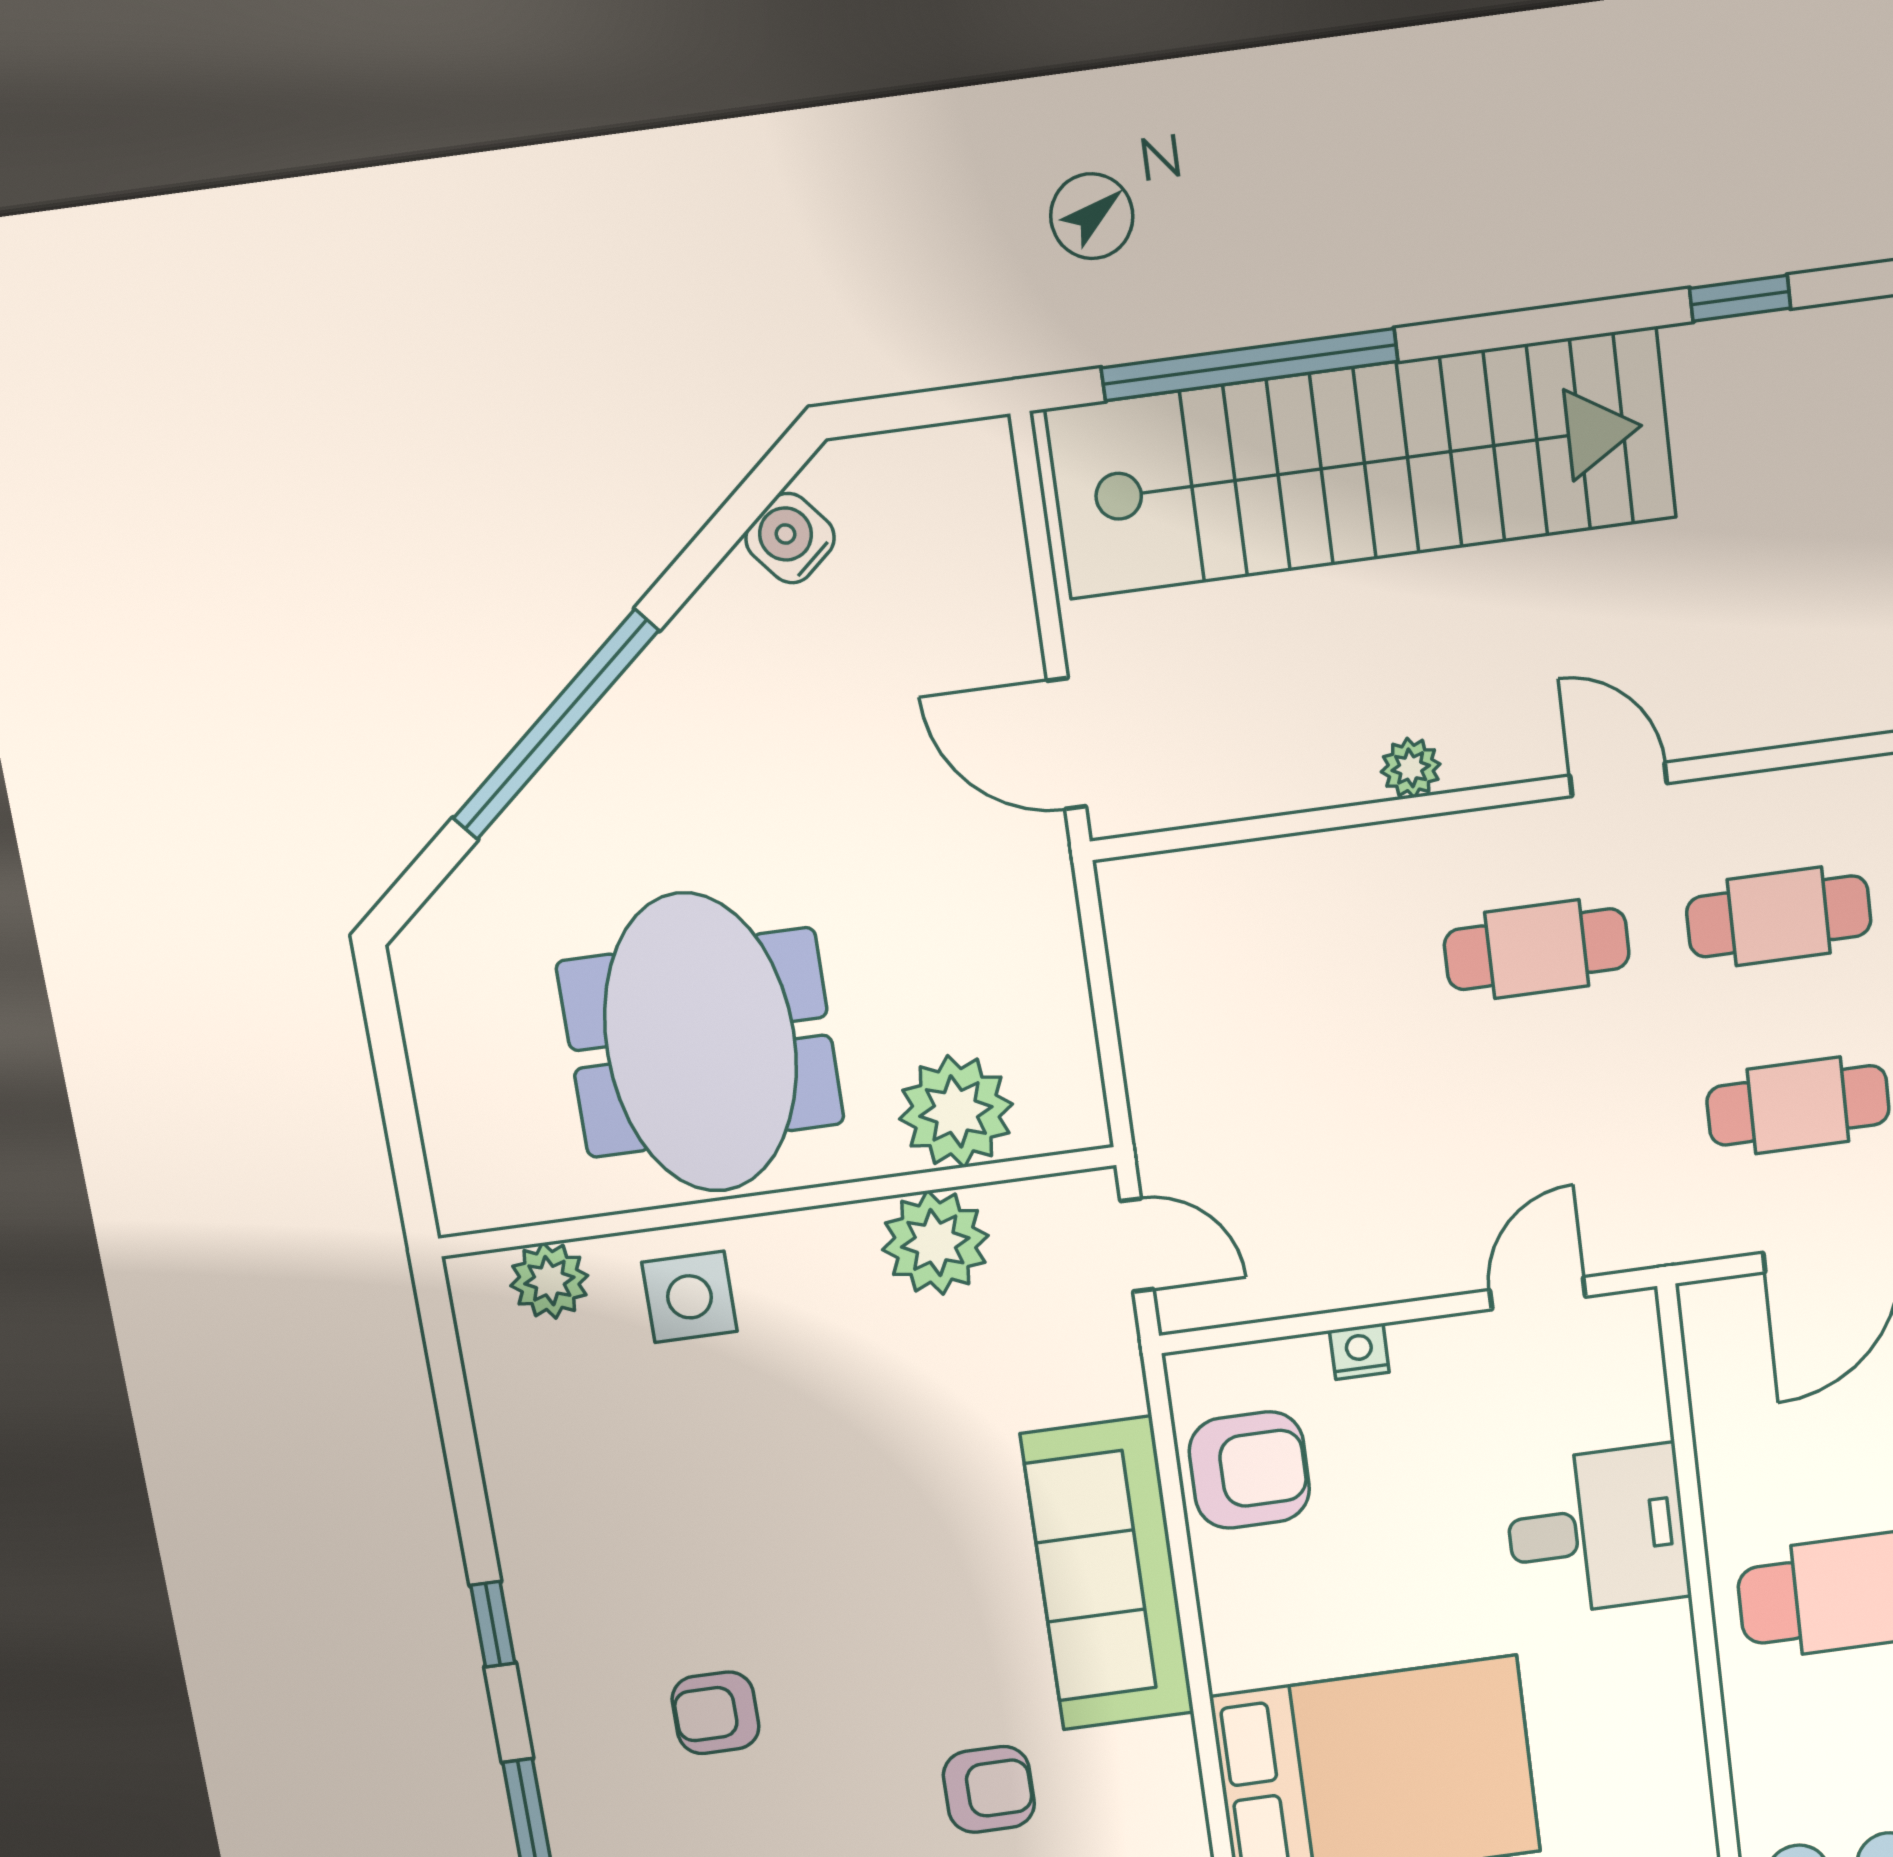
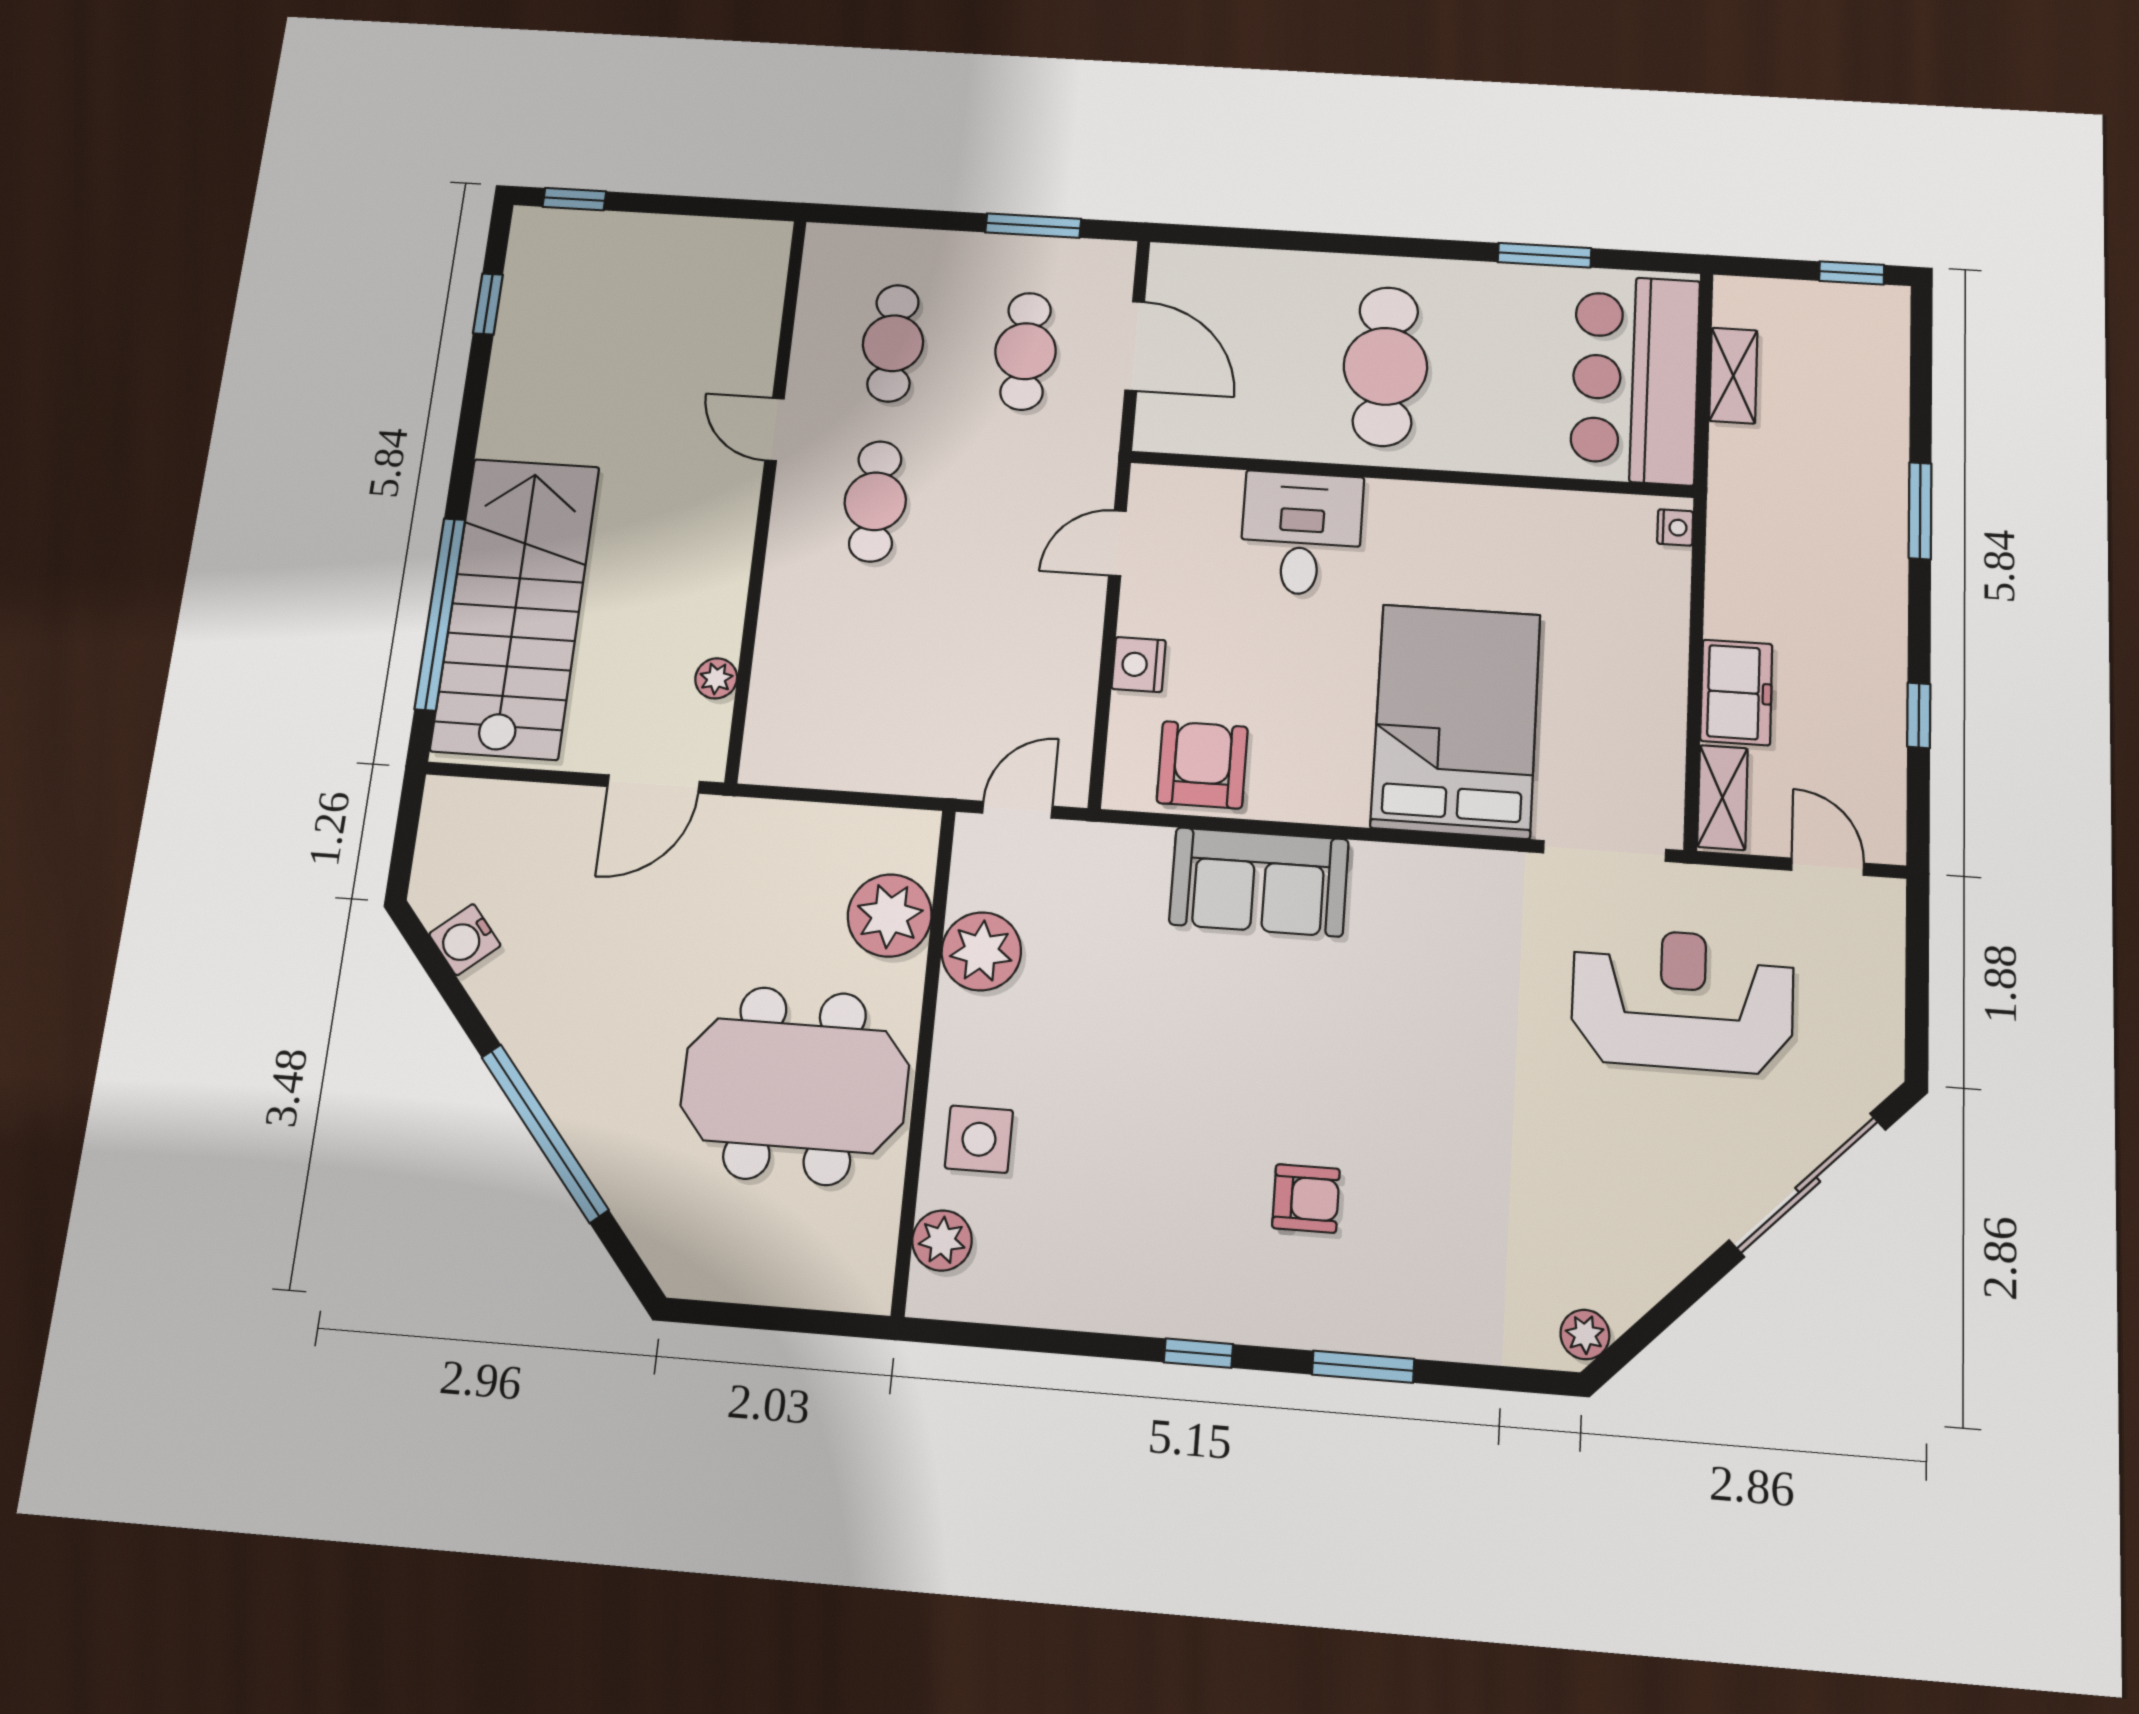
stairs: (1362, 463) -> (516, 608), width x0.73
plant: (1411, 768) -> (716, 678), moved
door: (1618, 779) -> (775, 429), hinge flipped
door: (1538, 1293) -> (1117, 543), hinge flipped
nightstand: (1359, 1351) -> (1139, 665), width x1.39, depth x1.35
sofa: (1108, 1574) -> (1259, 882), width x0.73
armchair: (716, 1713) -> (1306, 1198), turned -90
armchair: (989, 1789) -> (1410, 1005), removed

